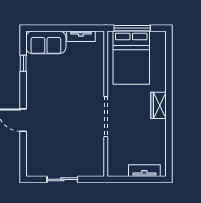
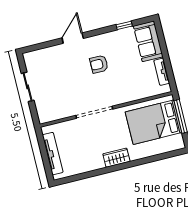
armchair: (57, 99) -> (99, 64), added
tv unit: (144, 171) -> (53, 154), width x1.41

